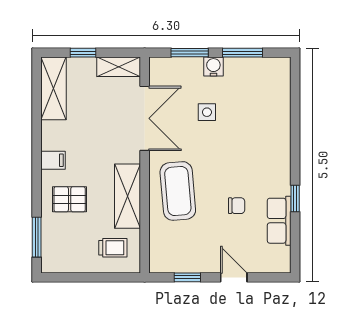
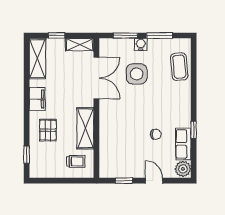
side table: (207, 112) -> (137, 74), width x1.87, depth x1.87
filing cabinet: (53, 160) -> (37, 99), width x2.00
coffee table: (178, 191) -> (179, 67), moved, width x0.73, depth x0.76
pallet: (70, 199) -> (48, 130), turned 90
window: (37, 237) -> (27, 155), width x0.67
plant: (279, 259) -> (183, 169), added

